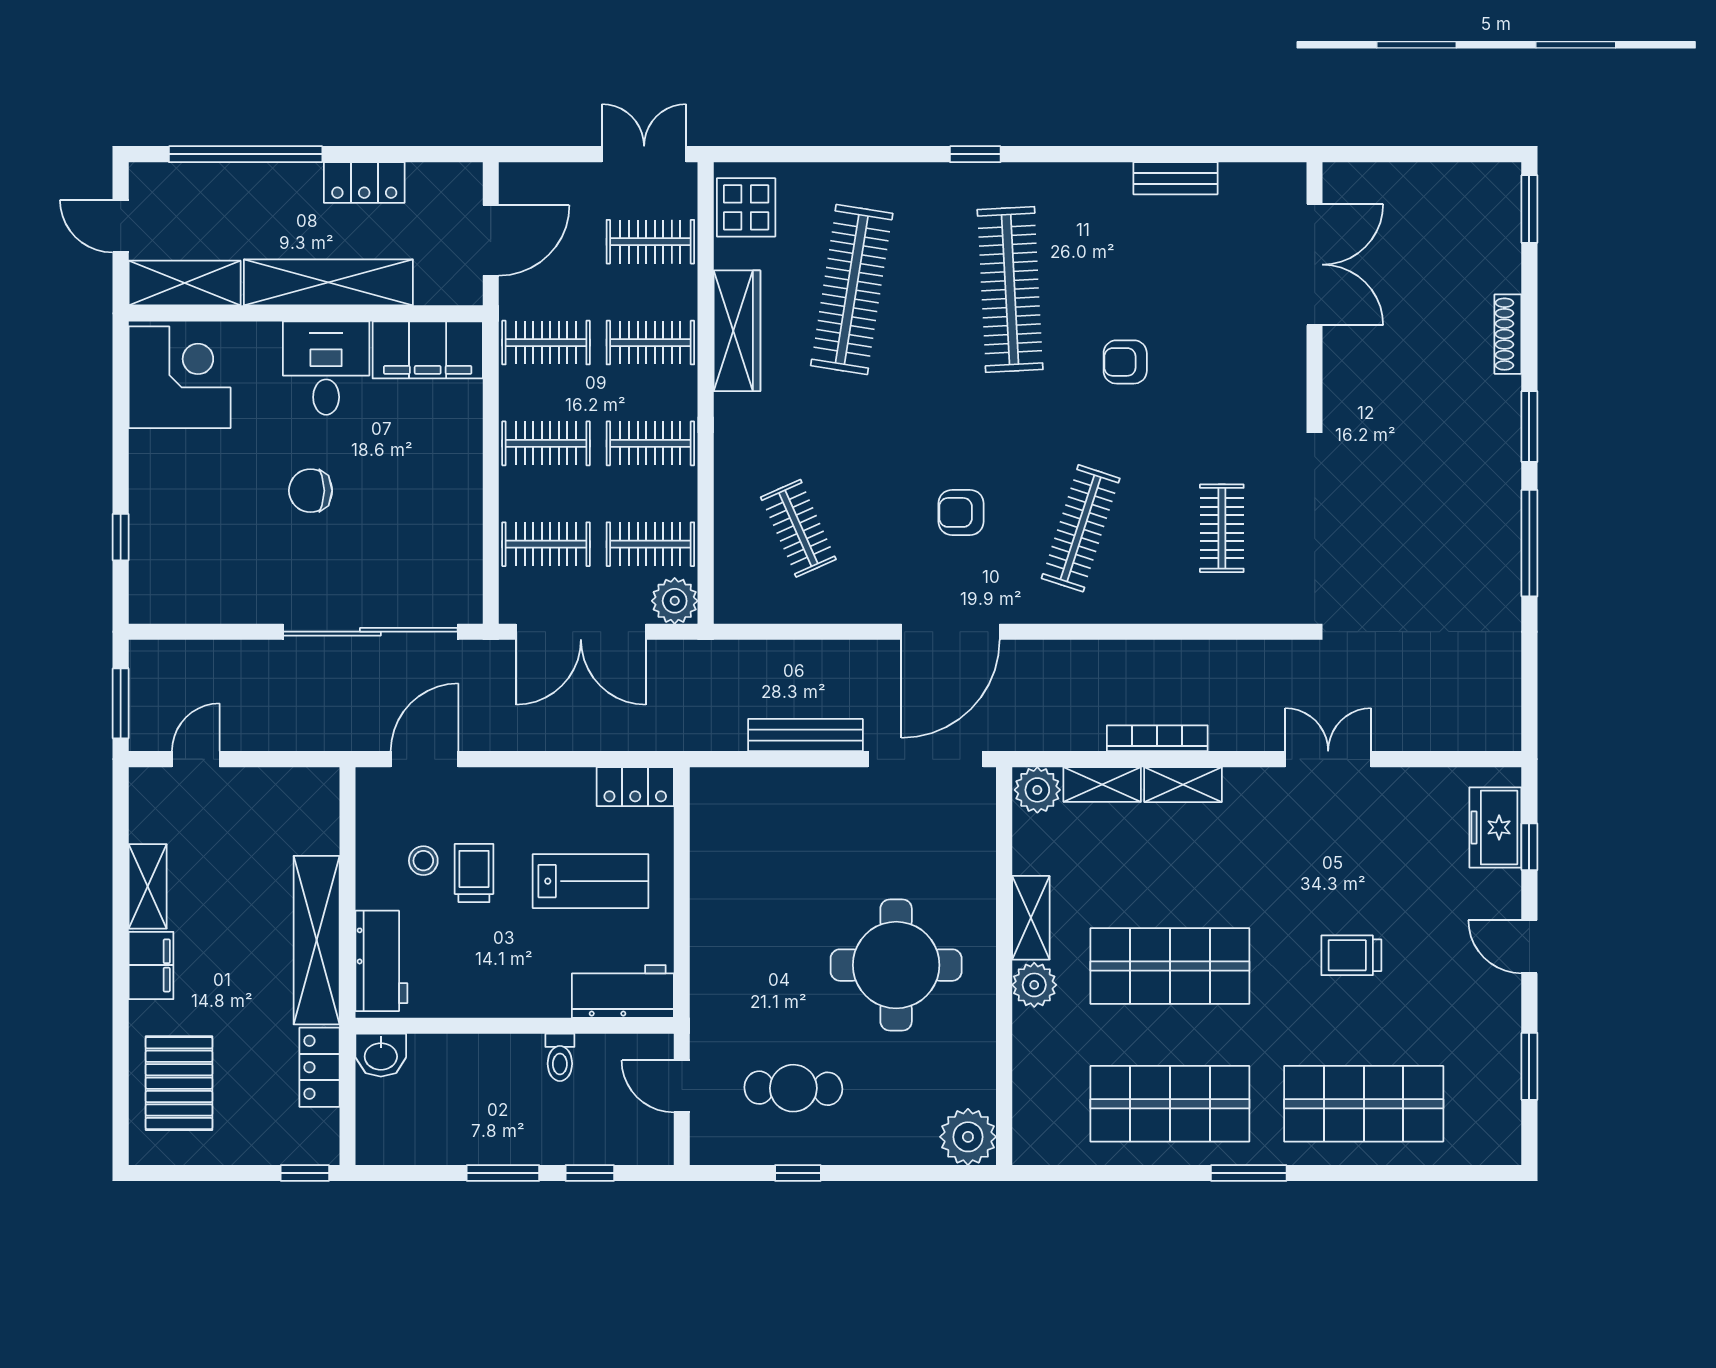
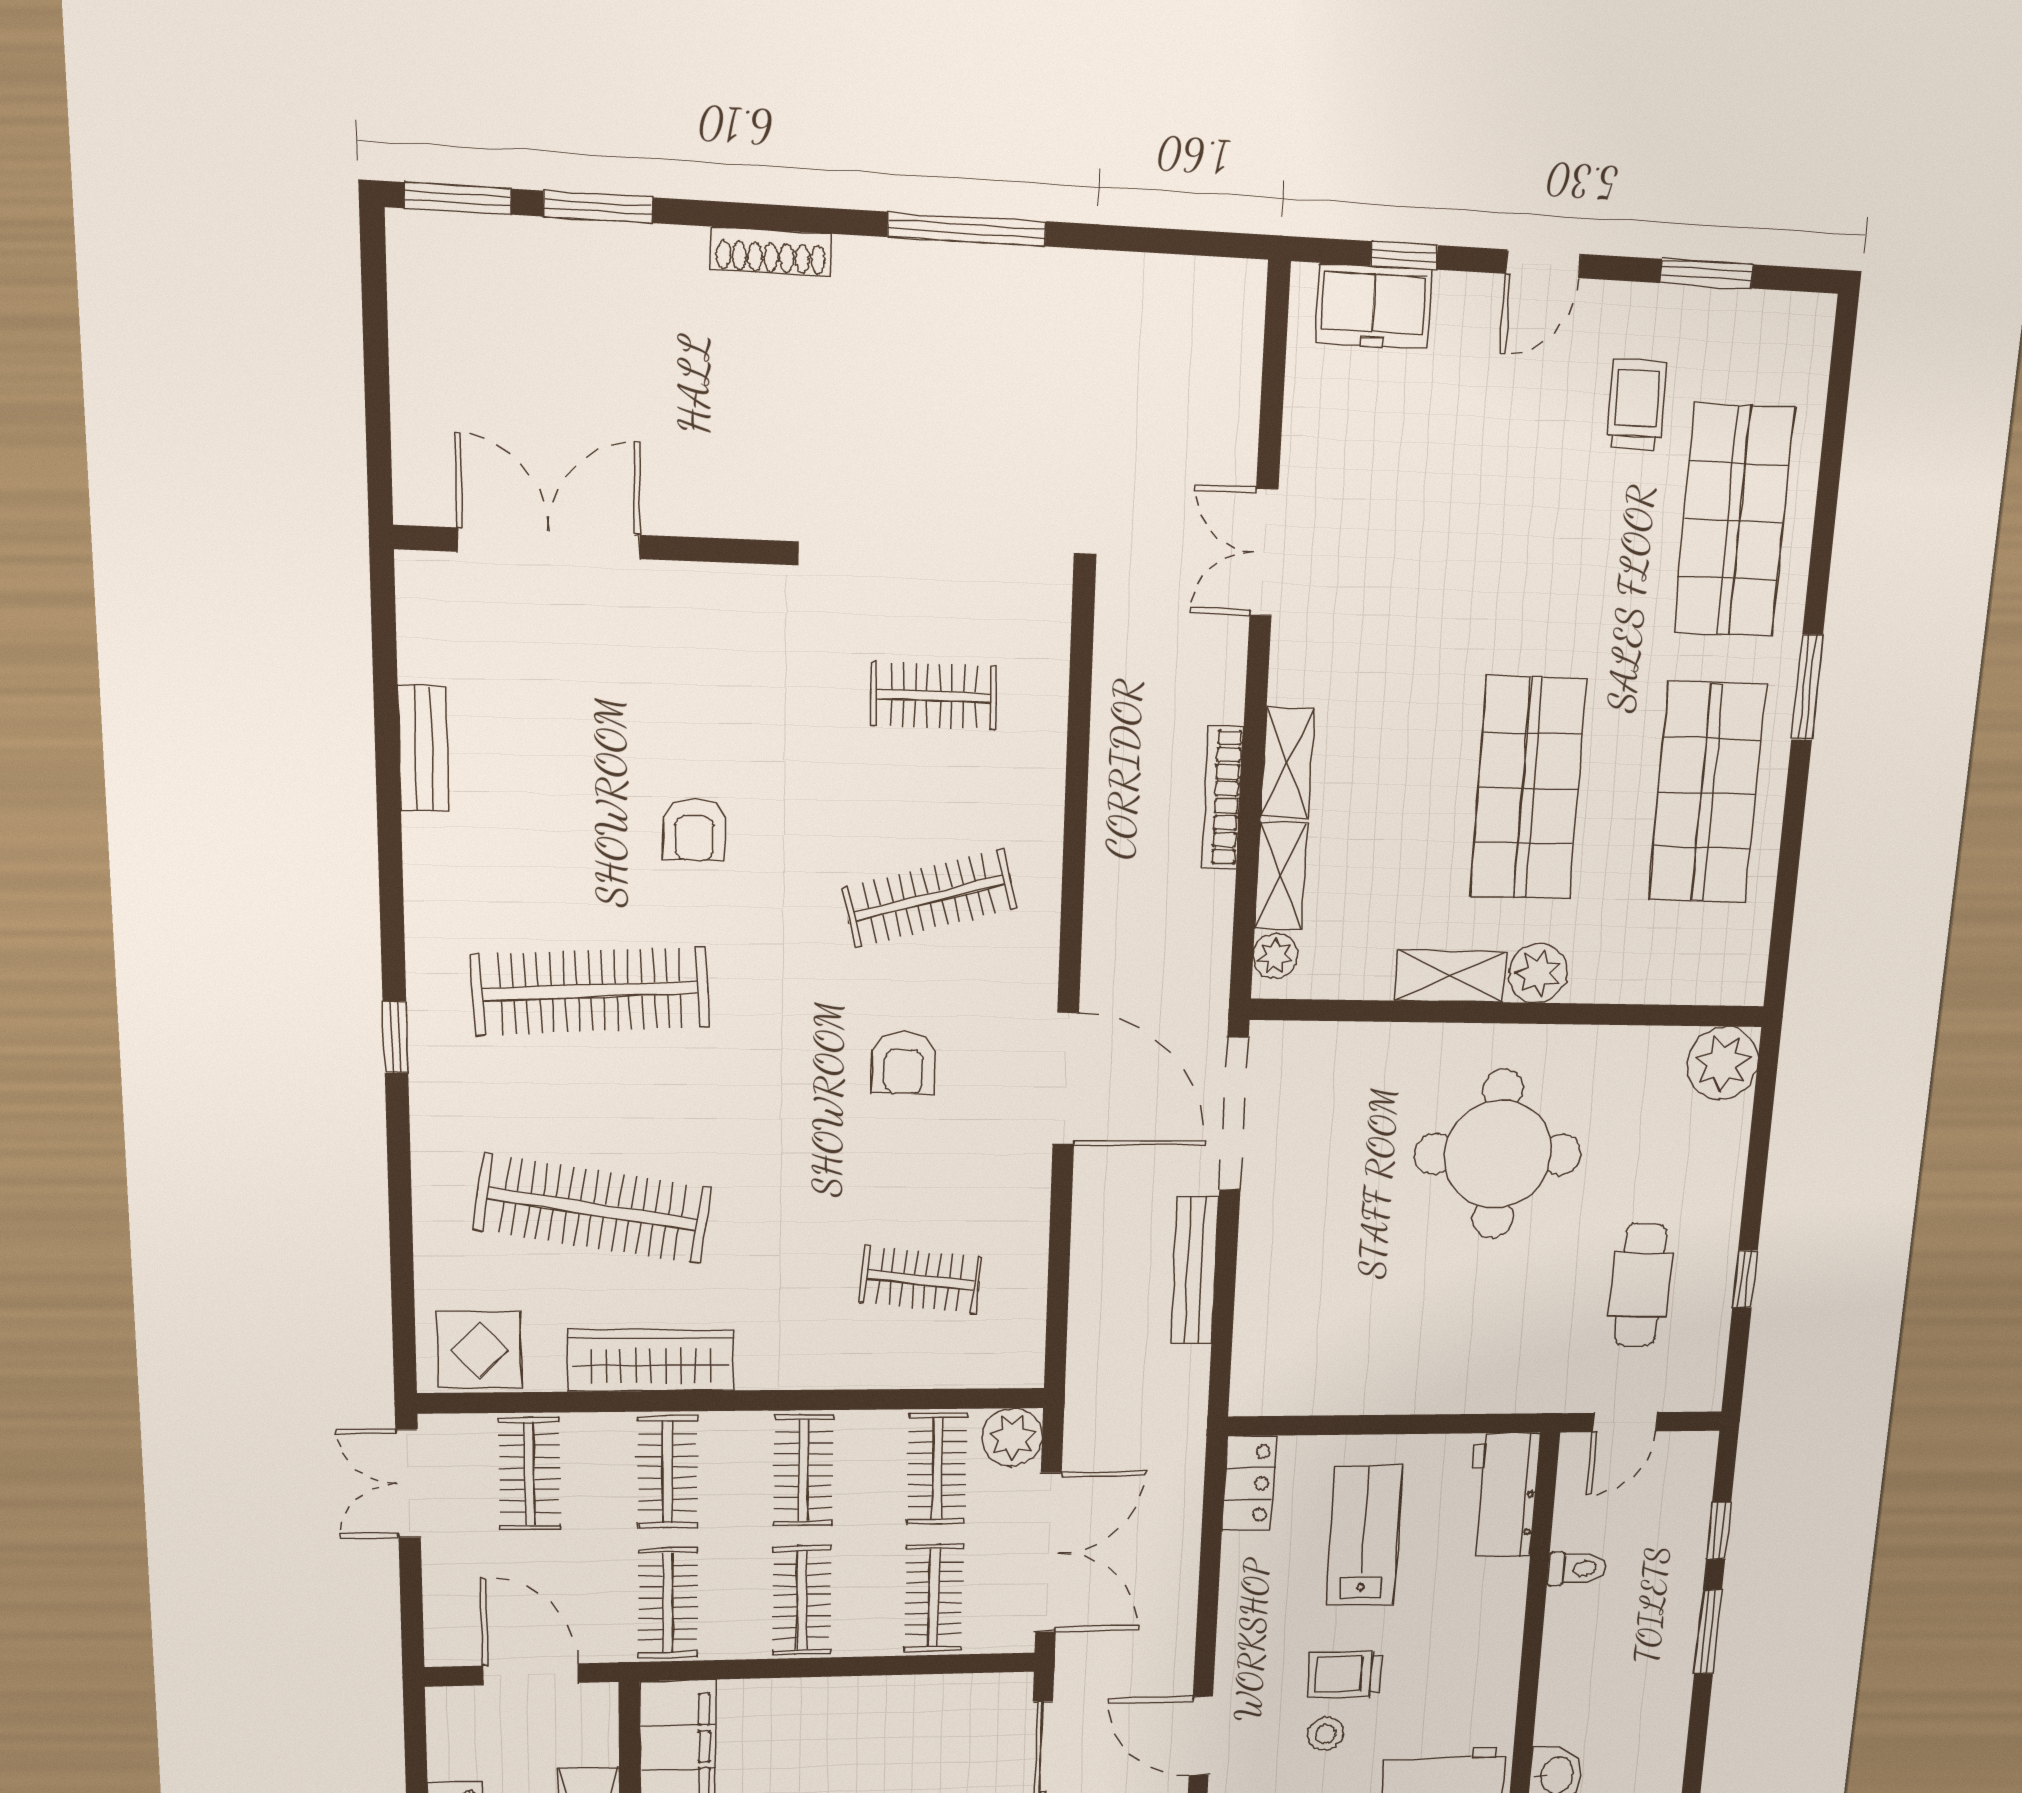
shoe rack: (1508, 334) -> (771, 252), moved
window: (1529, 427) -> (598, 207), moved
clothes rail: (798, 528) -> (920, 1280), turned 30
clothes rail: (1081, 528) -> (929, 898), turned -33
plant: (1037, 790) -> (1275, 956), width x0.73, depth x0.73
trolley: (1351, 955) -> (1637, 404), moved, turned 180

